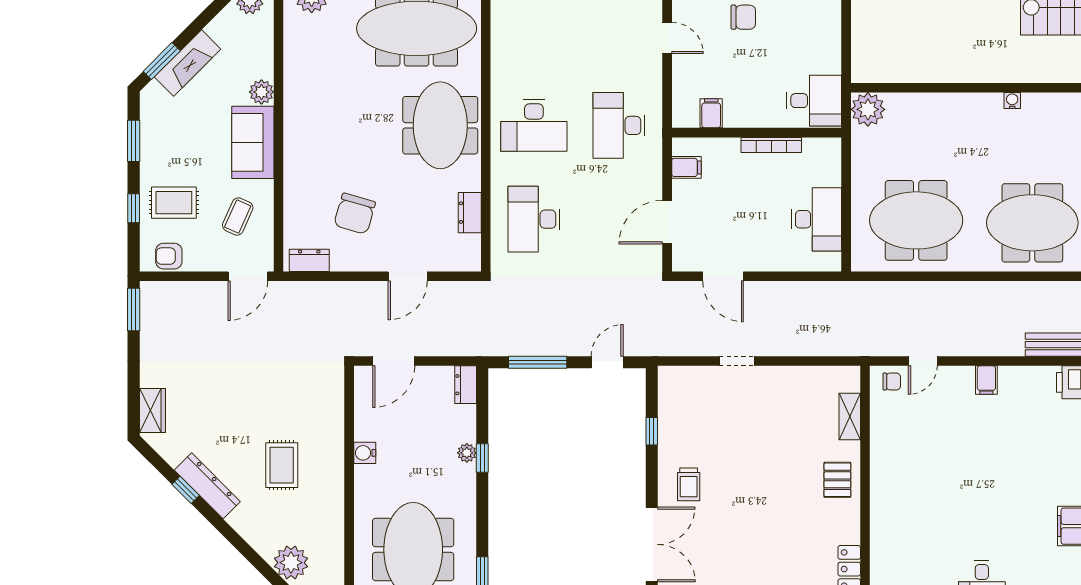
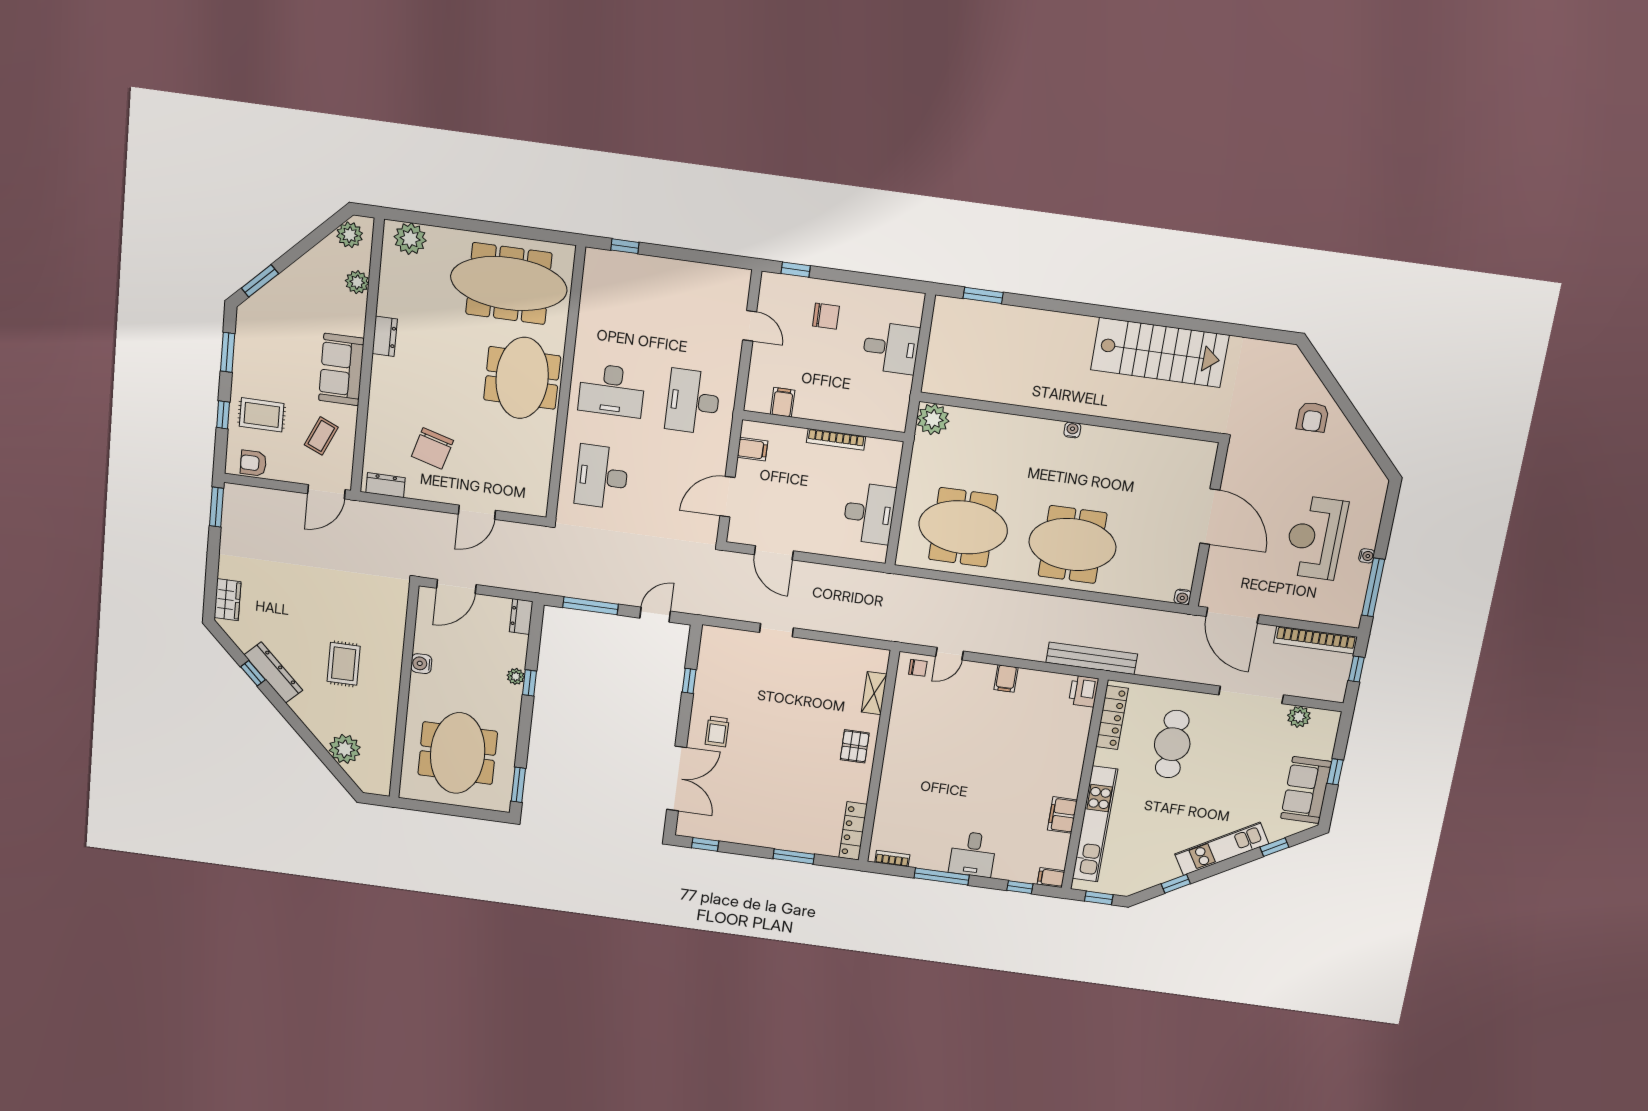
fireplace: (188, 63) -> (285, 286), removed
plant: (261, 92) -> (357, 282), moved
desk: (814, 101) -> (891, 348), moved
dresser: (470, 213) -> (385, 336), moved, turned 180

